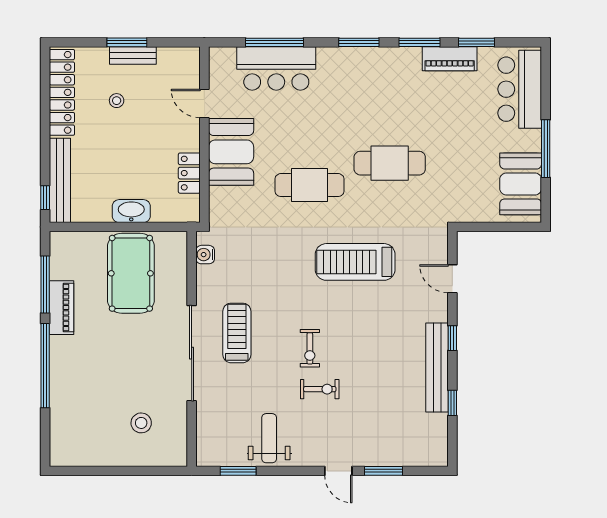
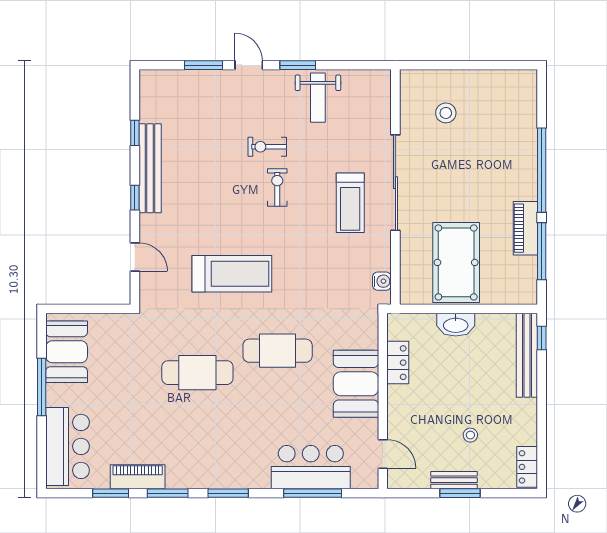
locker: (62, 92) -> (527, 467), width x0.46, depth x0.83
door: (204, 103) -> (383, 454), moved
window: (238, 471) -> (298, 65), moved

